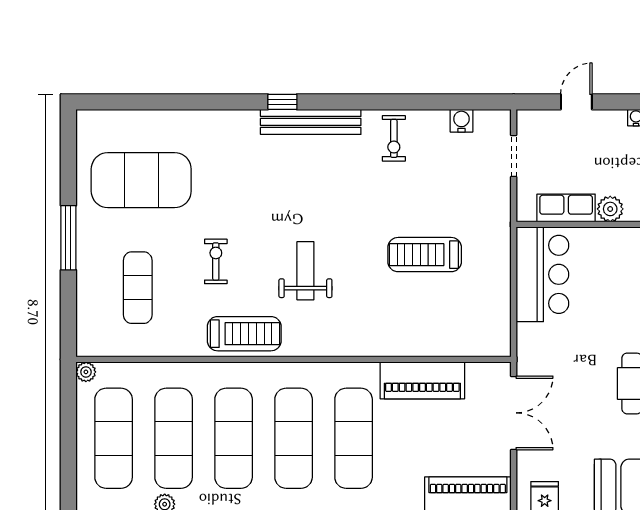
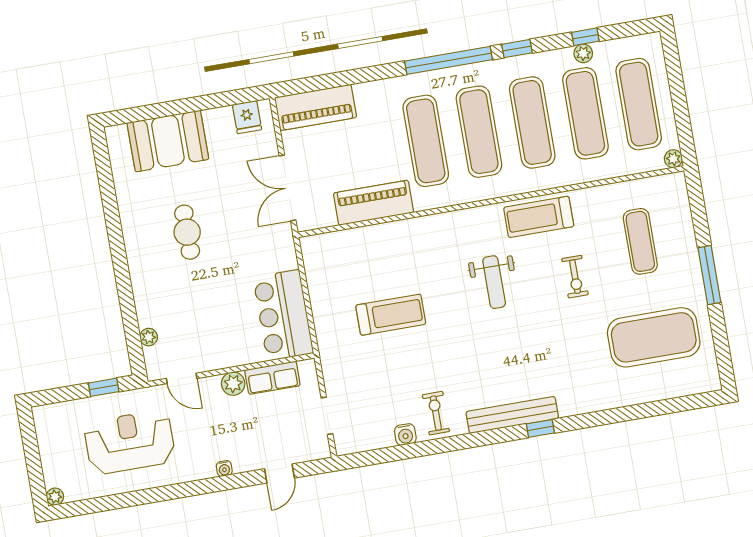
water cooler: (461, 121) -> (405, 435), moved

